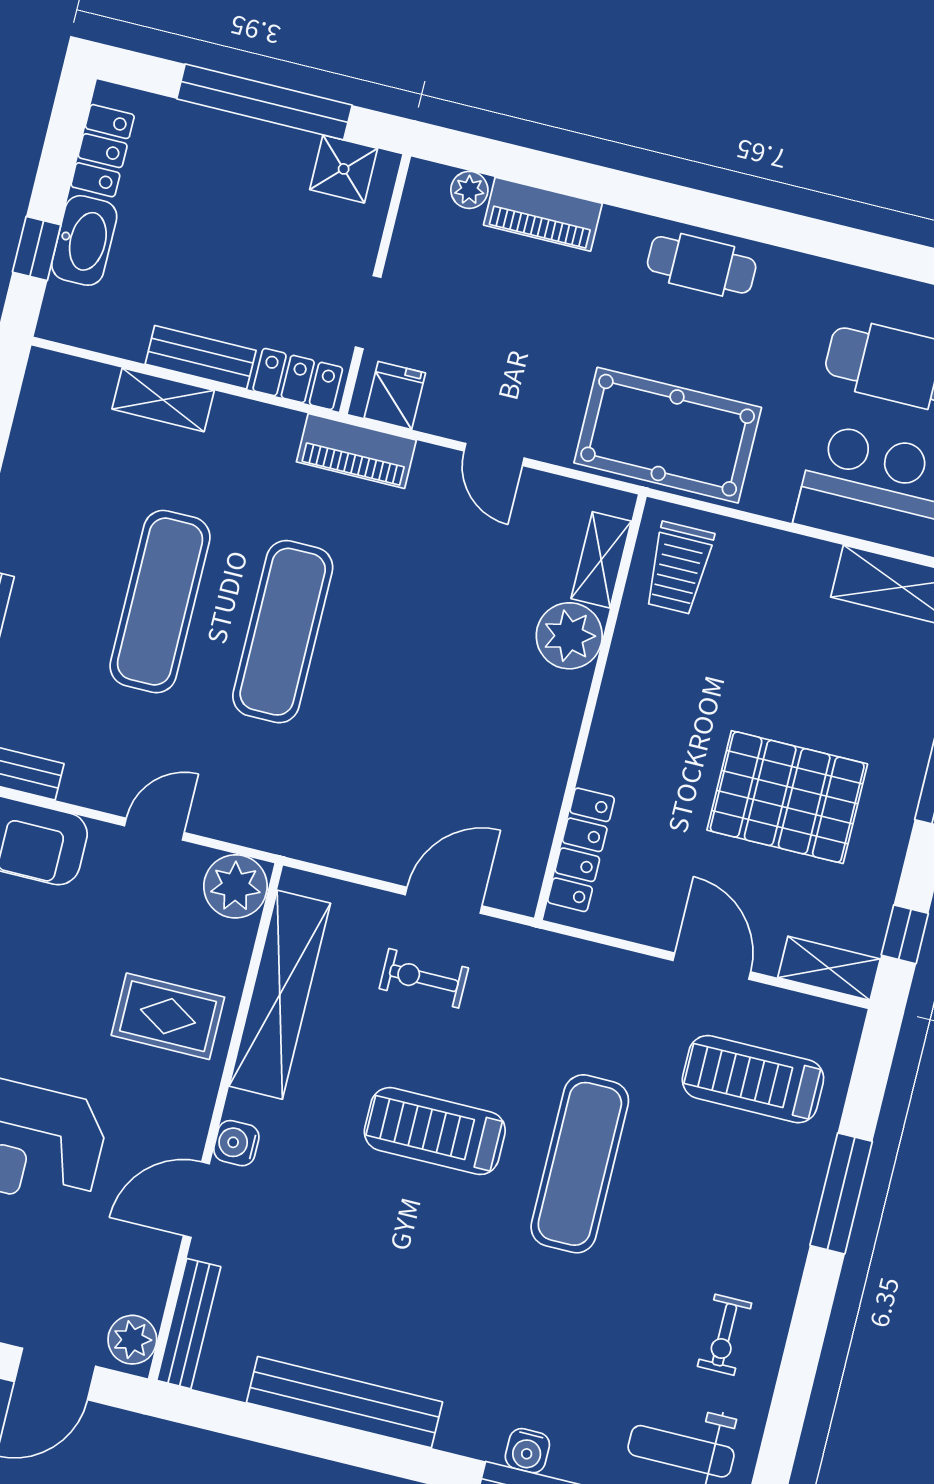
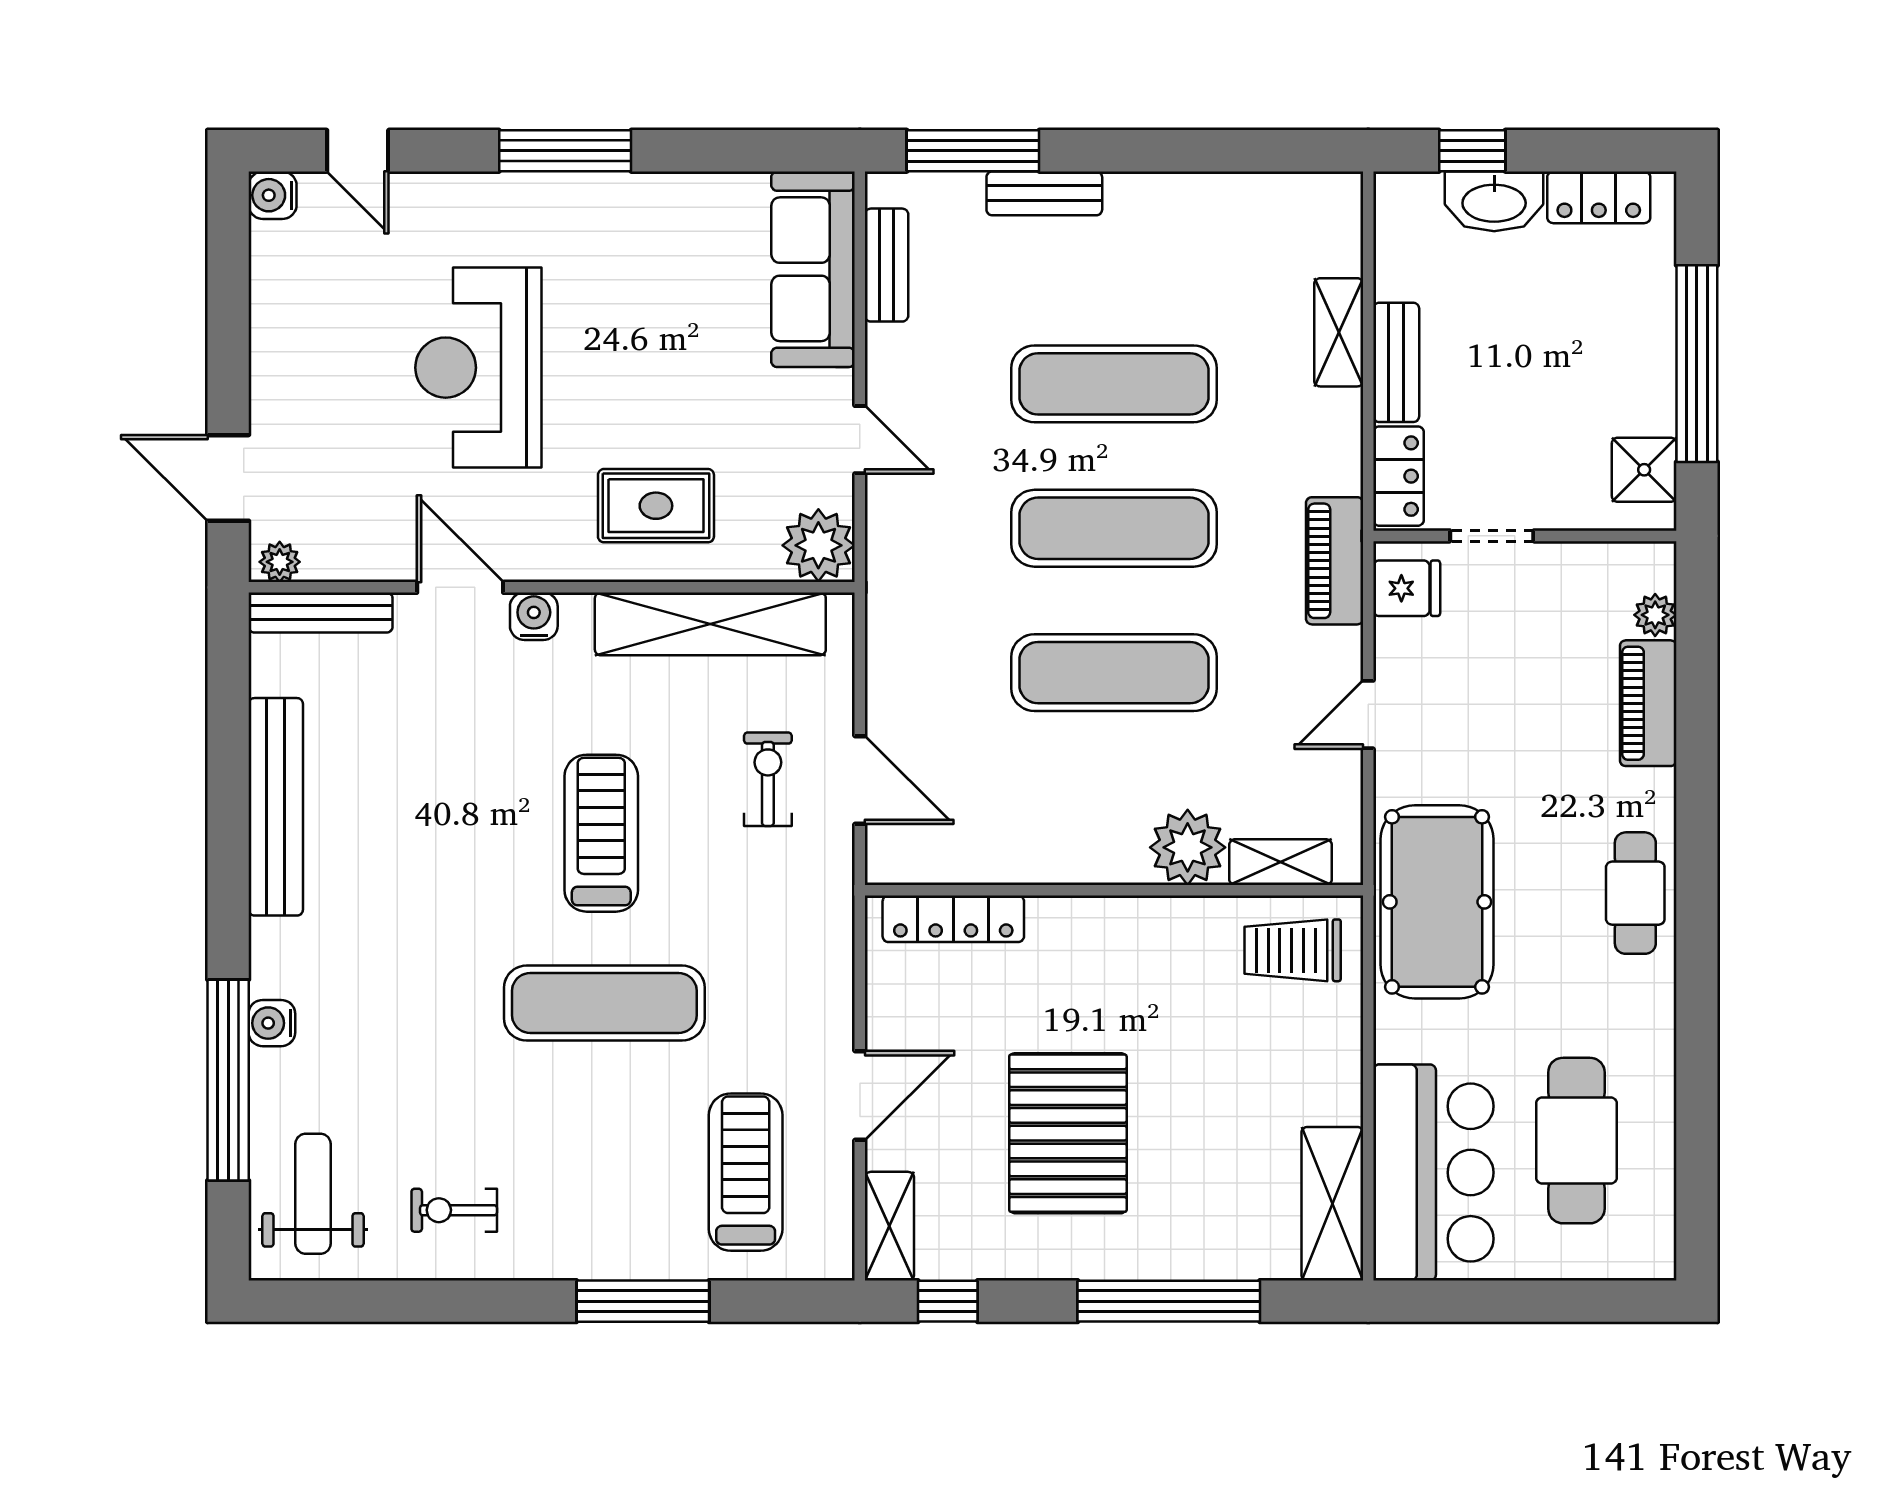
exercise mat: (405, 662) -> (1114, 673), added
rug: (168, 1016) -> (656, 506), turned 90
plant: (132, 1340) -> (280, 562), width x0.73, depth x0.73

